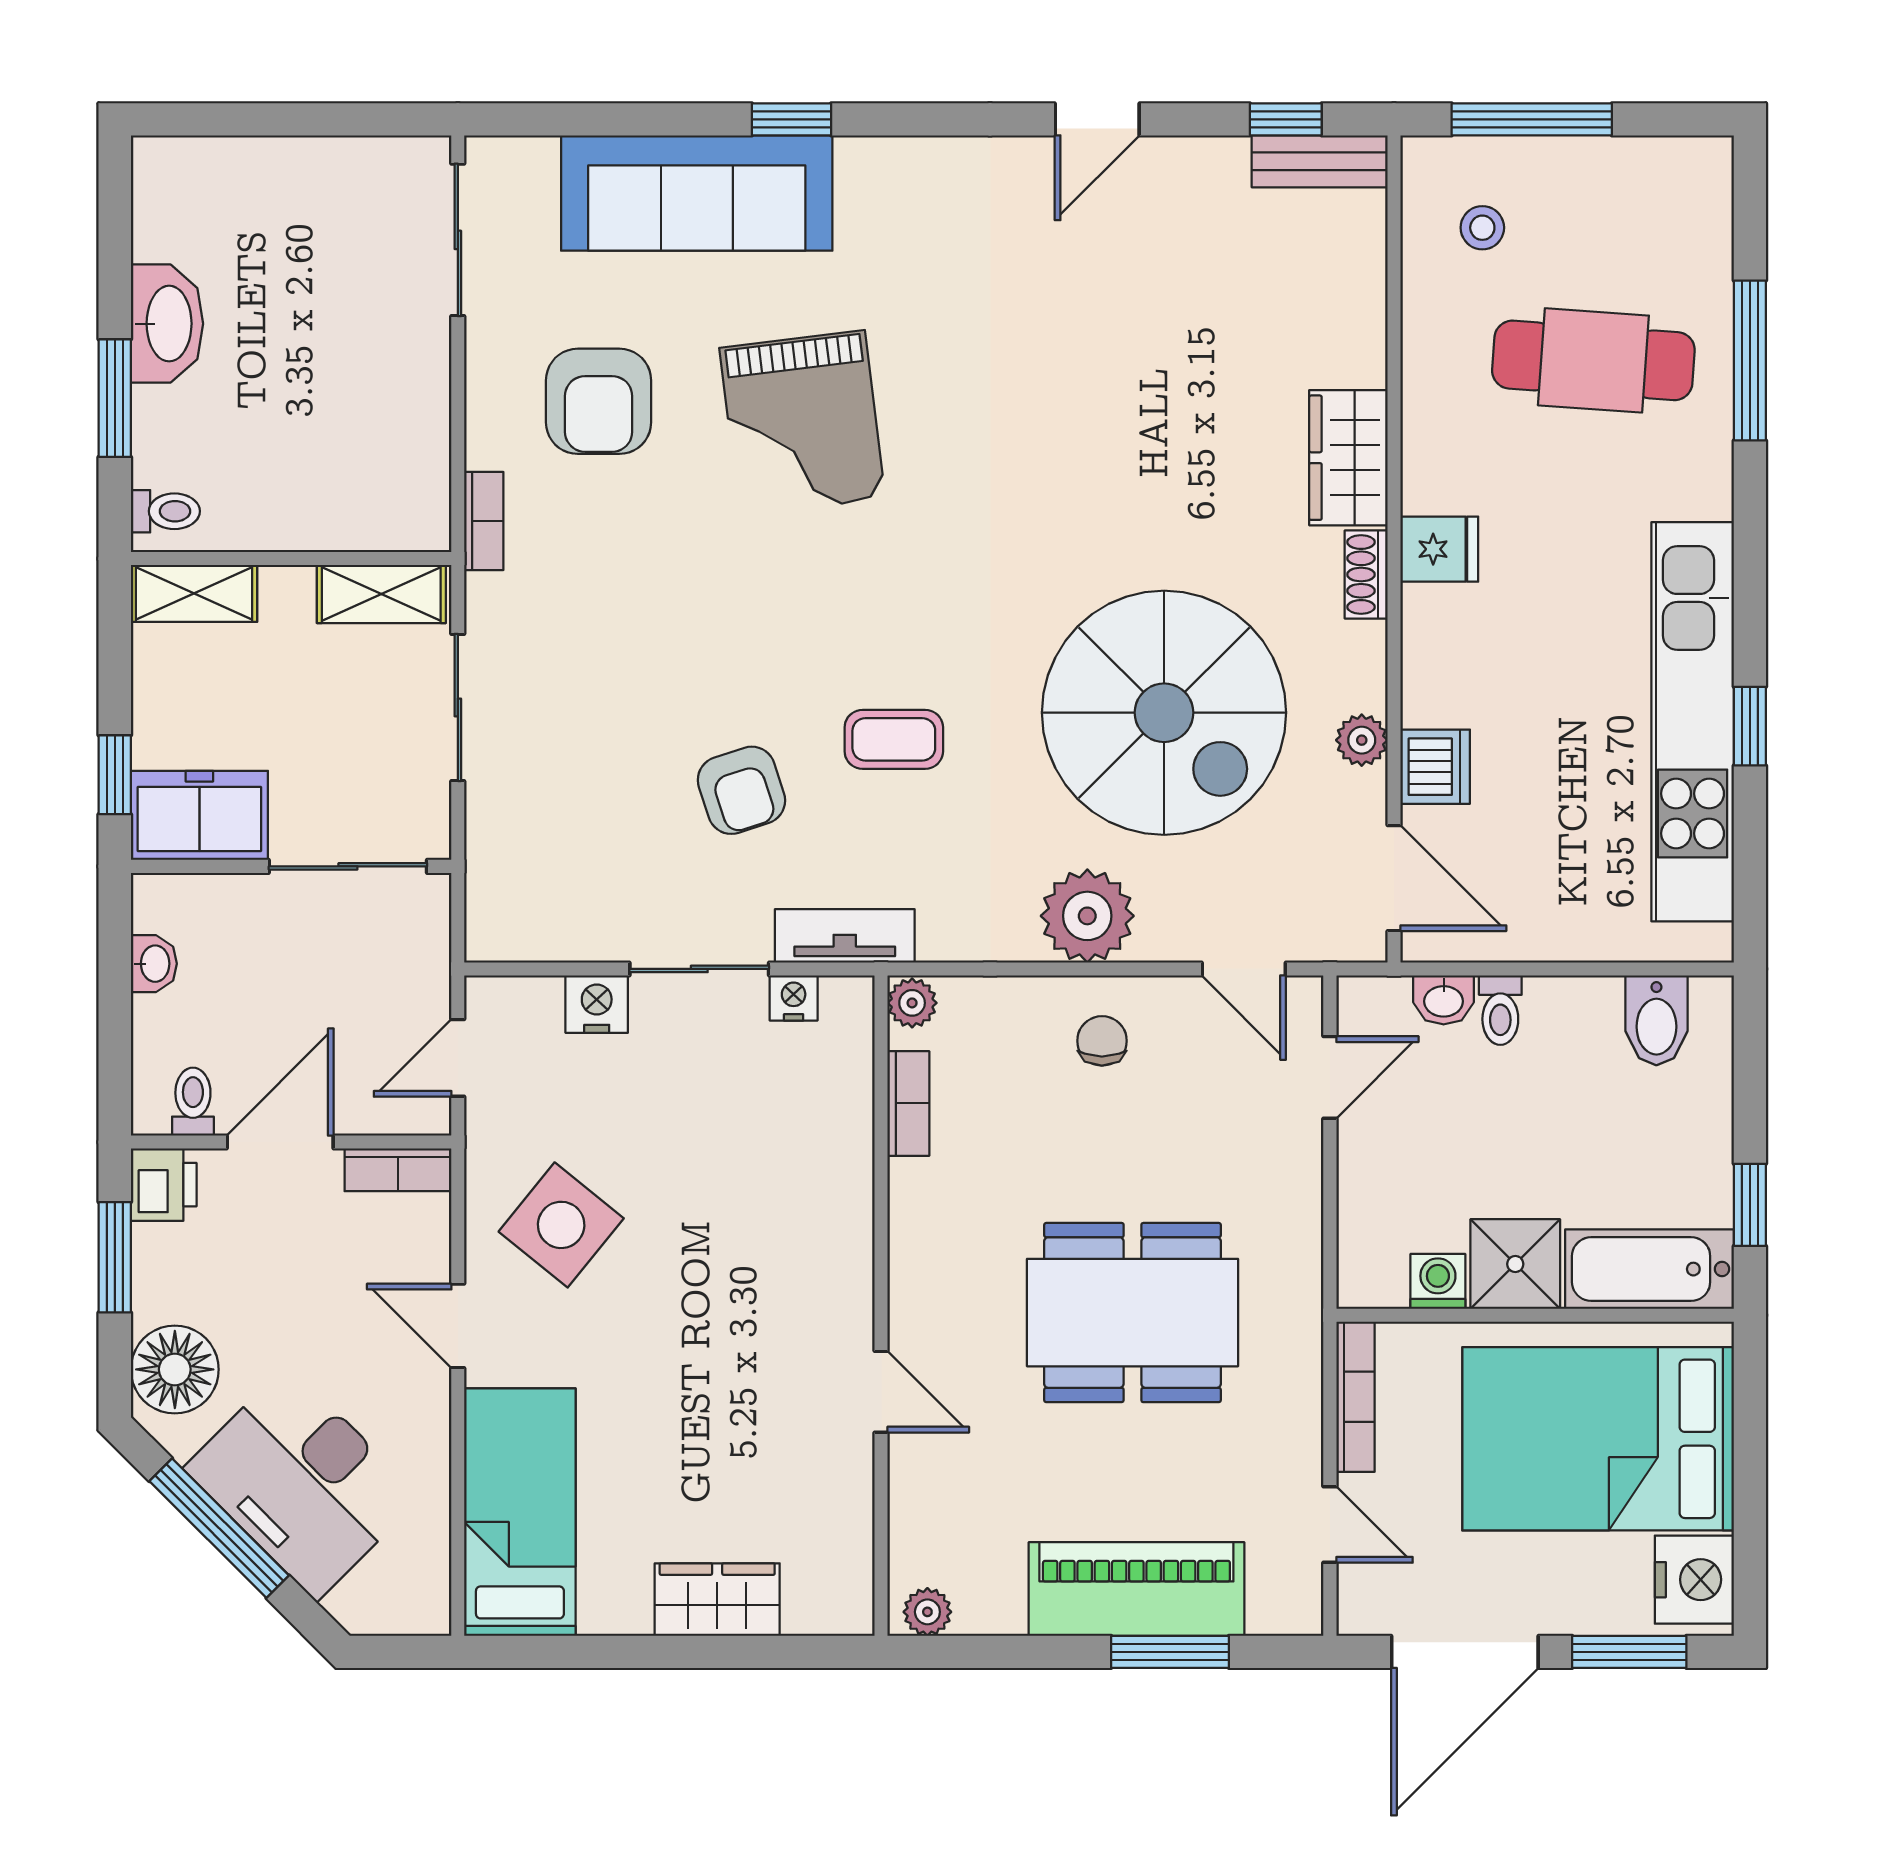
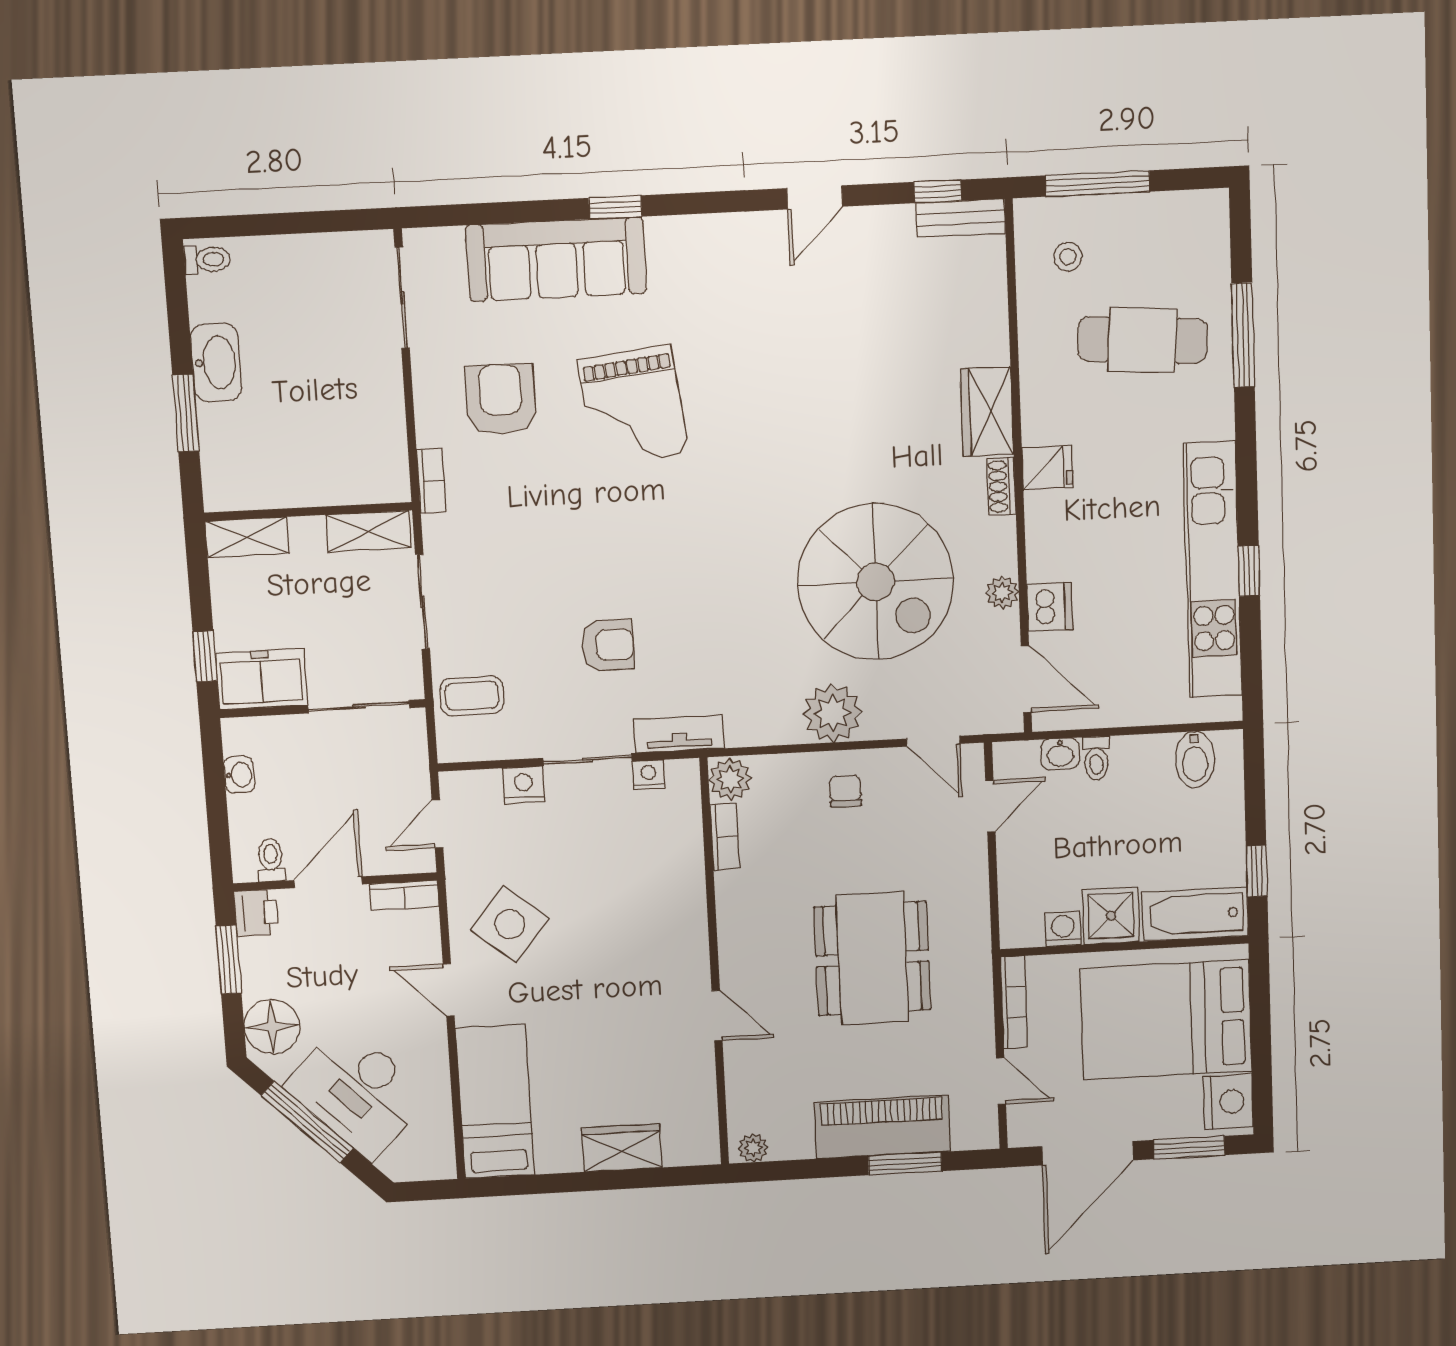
armchair: (599, 401) -> (501, 399), turned 180
toilet: (165, 511) -> (207, 260), moved
coffee table: (894, 739) -> (472, 696), moved
armchair: (741, 790) -> (608, 645), turned -72
plant: (912, 1003) -> (730, 779), width x1.38, depth x1.38
dining table: (1132, 1313) -> (872, 958), turned 90

